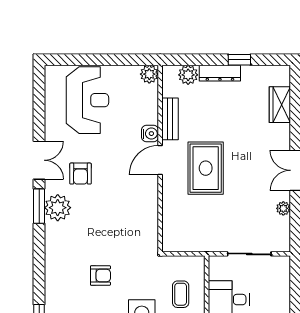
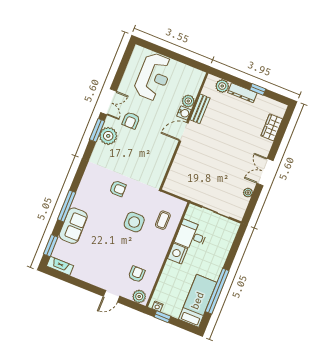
plant: (149, 74) -> (188, 101), moved
rug: (206, 168) -> (210, 148), removed

